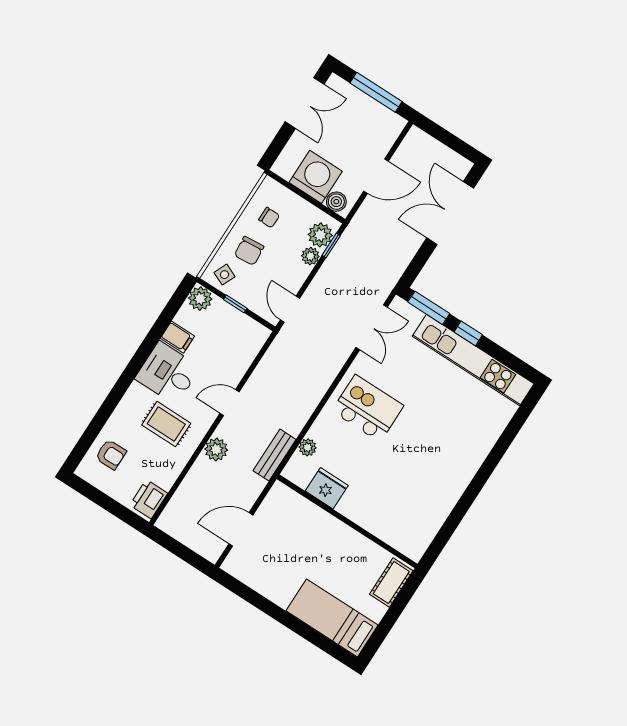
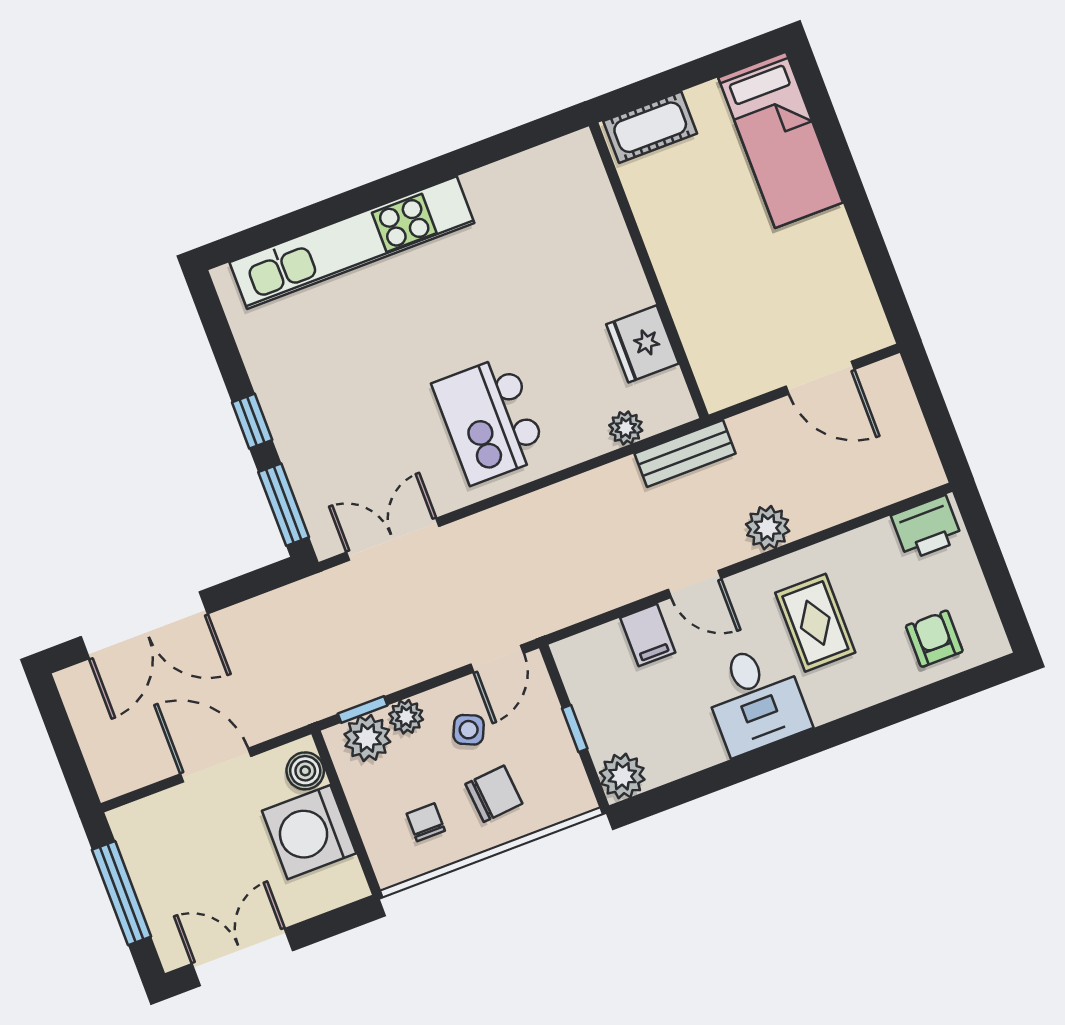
side table: (225, 275) -> (469, 730), moved
filing cabinet: (177, 337) -> (648, 635), moved, turned 180
kitchen unit: (473, 360) -> (352, 243), moved, turned 90

